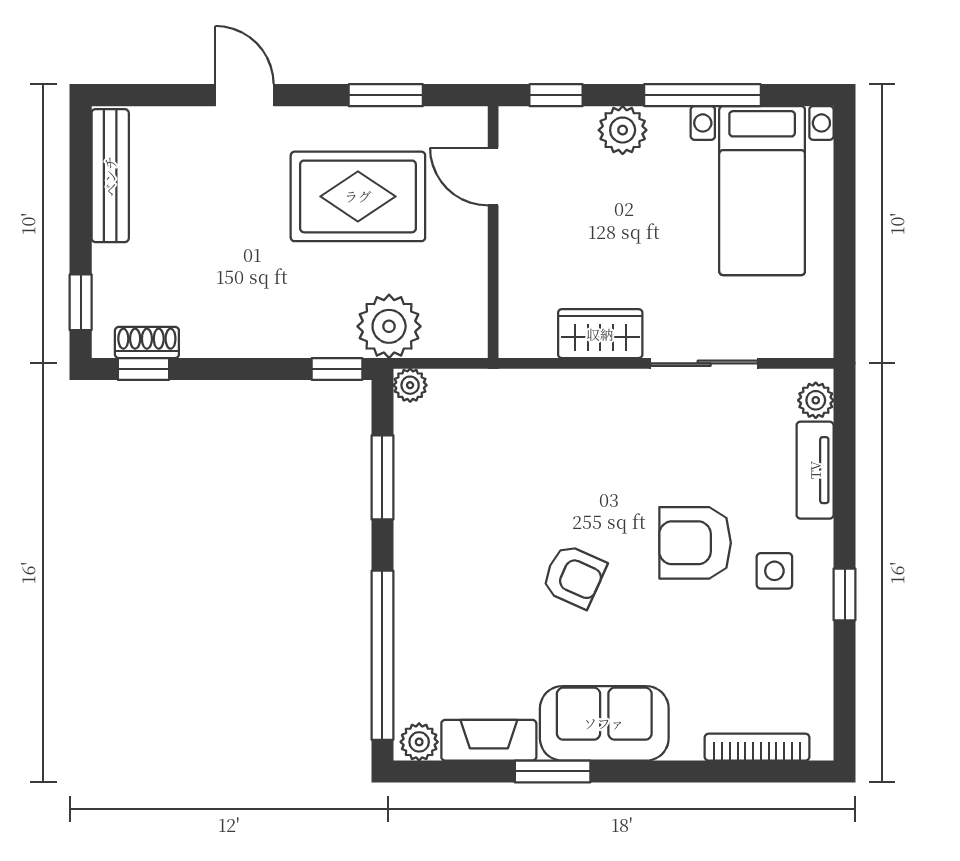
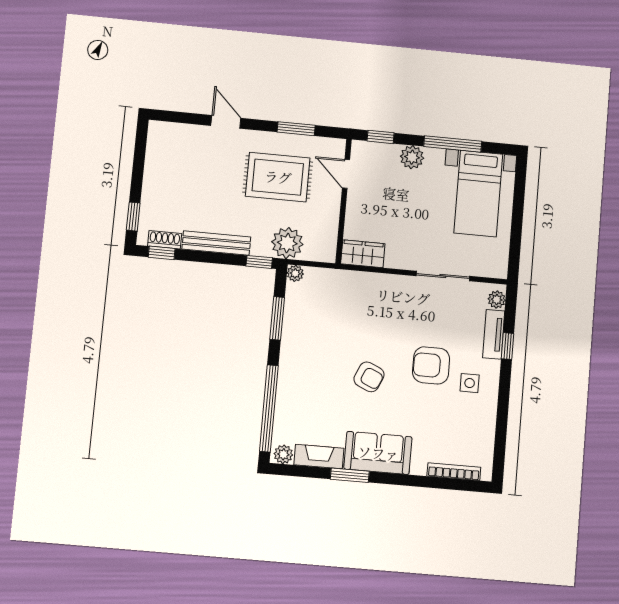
bench: (110, 176) -> (216, 243), moved, turned 90
wardrobe: (600, 334) -> (363, 254), moved
window: (845, 594) -> (507, 346), moved

